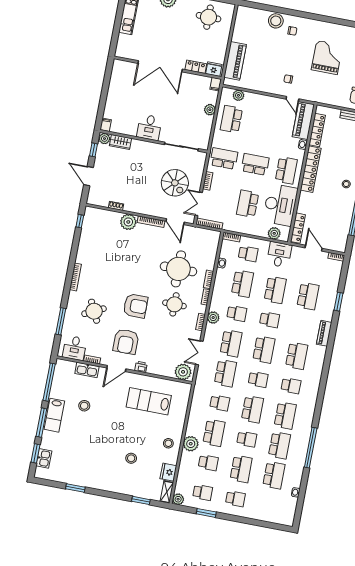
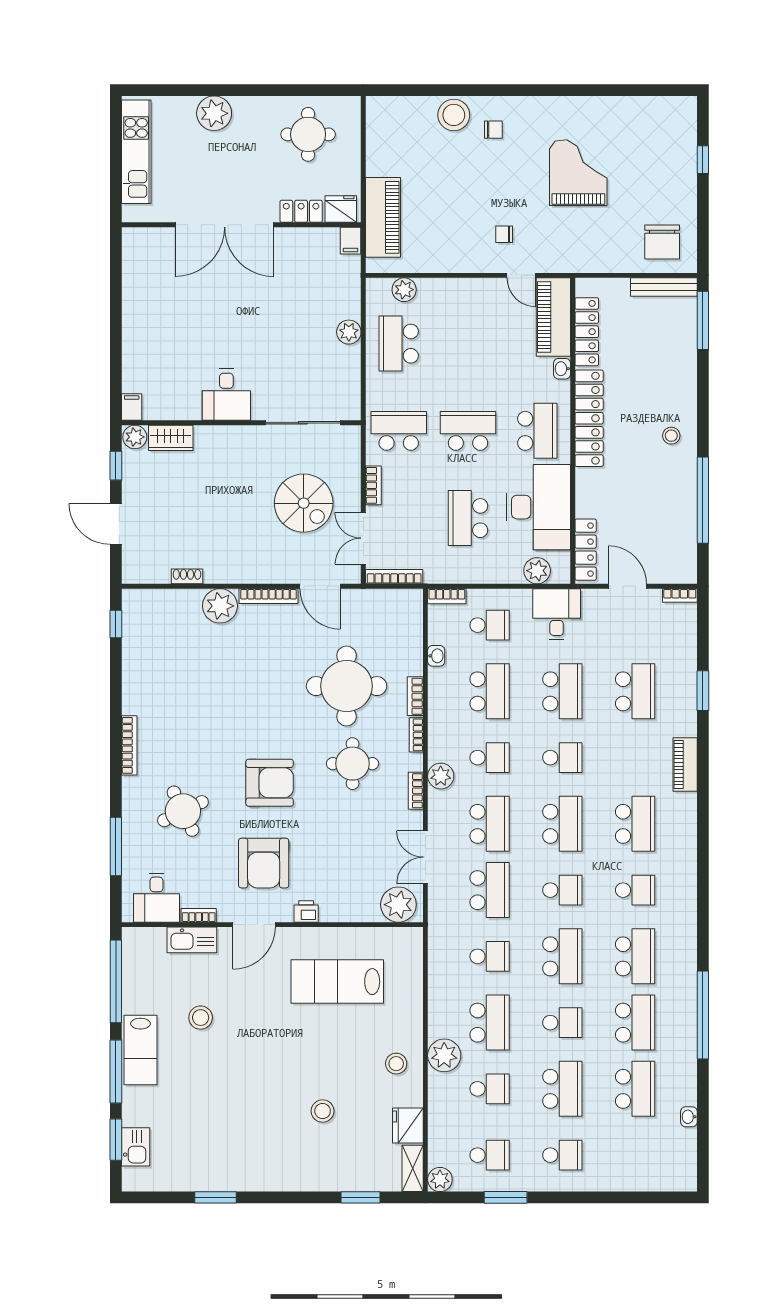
double door: (160, 66) -> (225, 225), moved
locker: (196, 67) -> (301, 211), moved
wall: (168, 68) -> (241, 225), moved
fridge: (214, 69) -> (341, 209), moved
filing cabinet: (216, 84) -> (351, 241), moved

